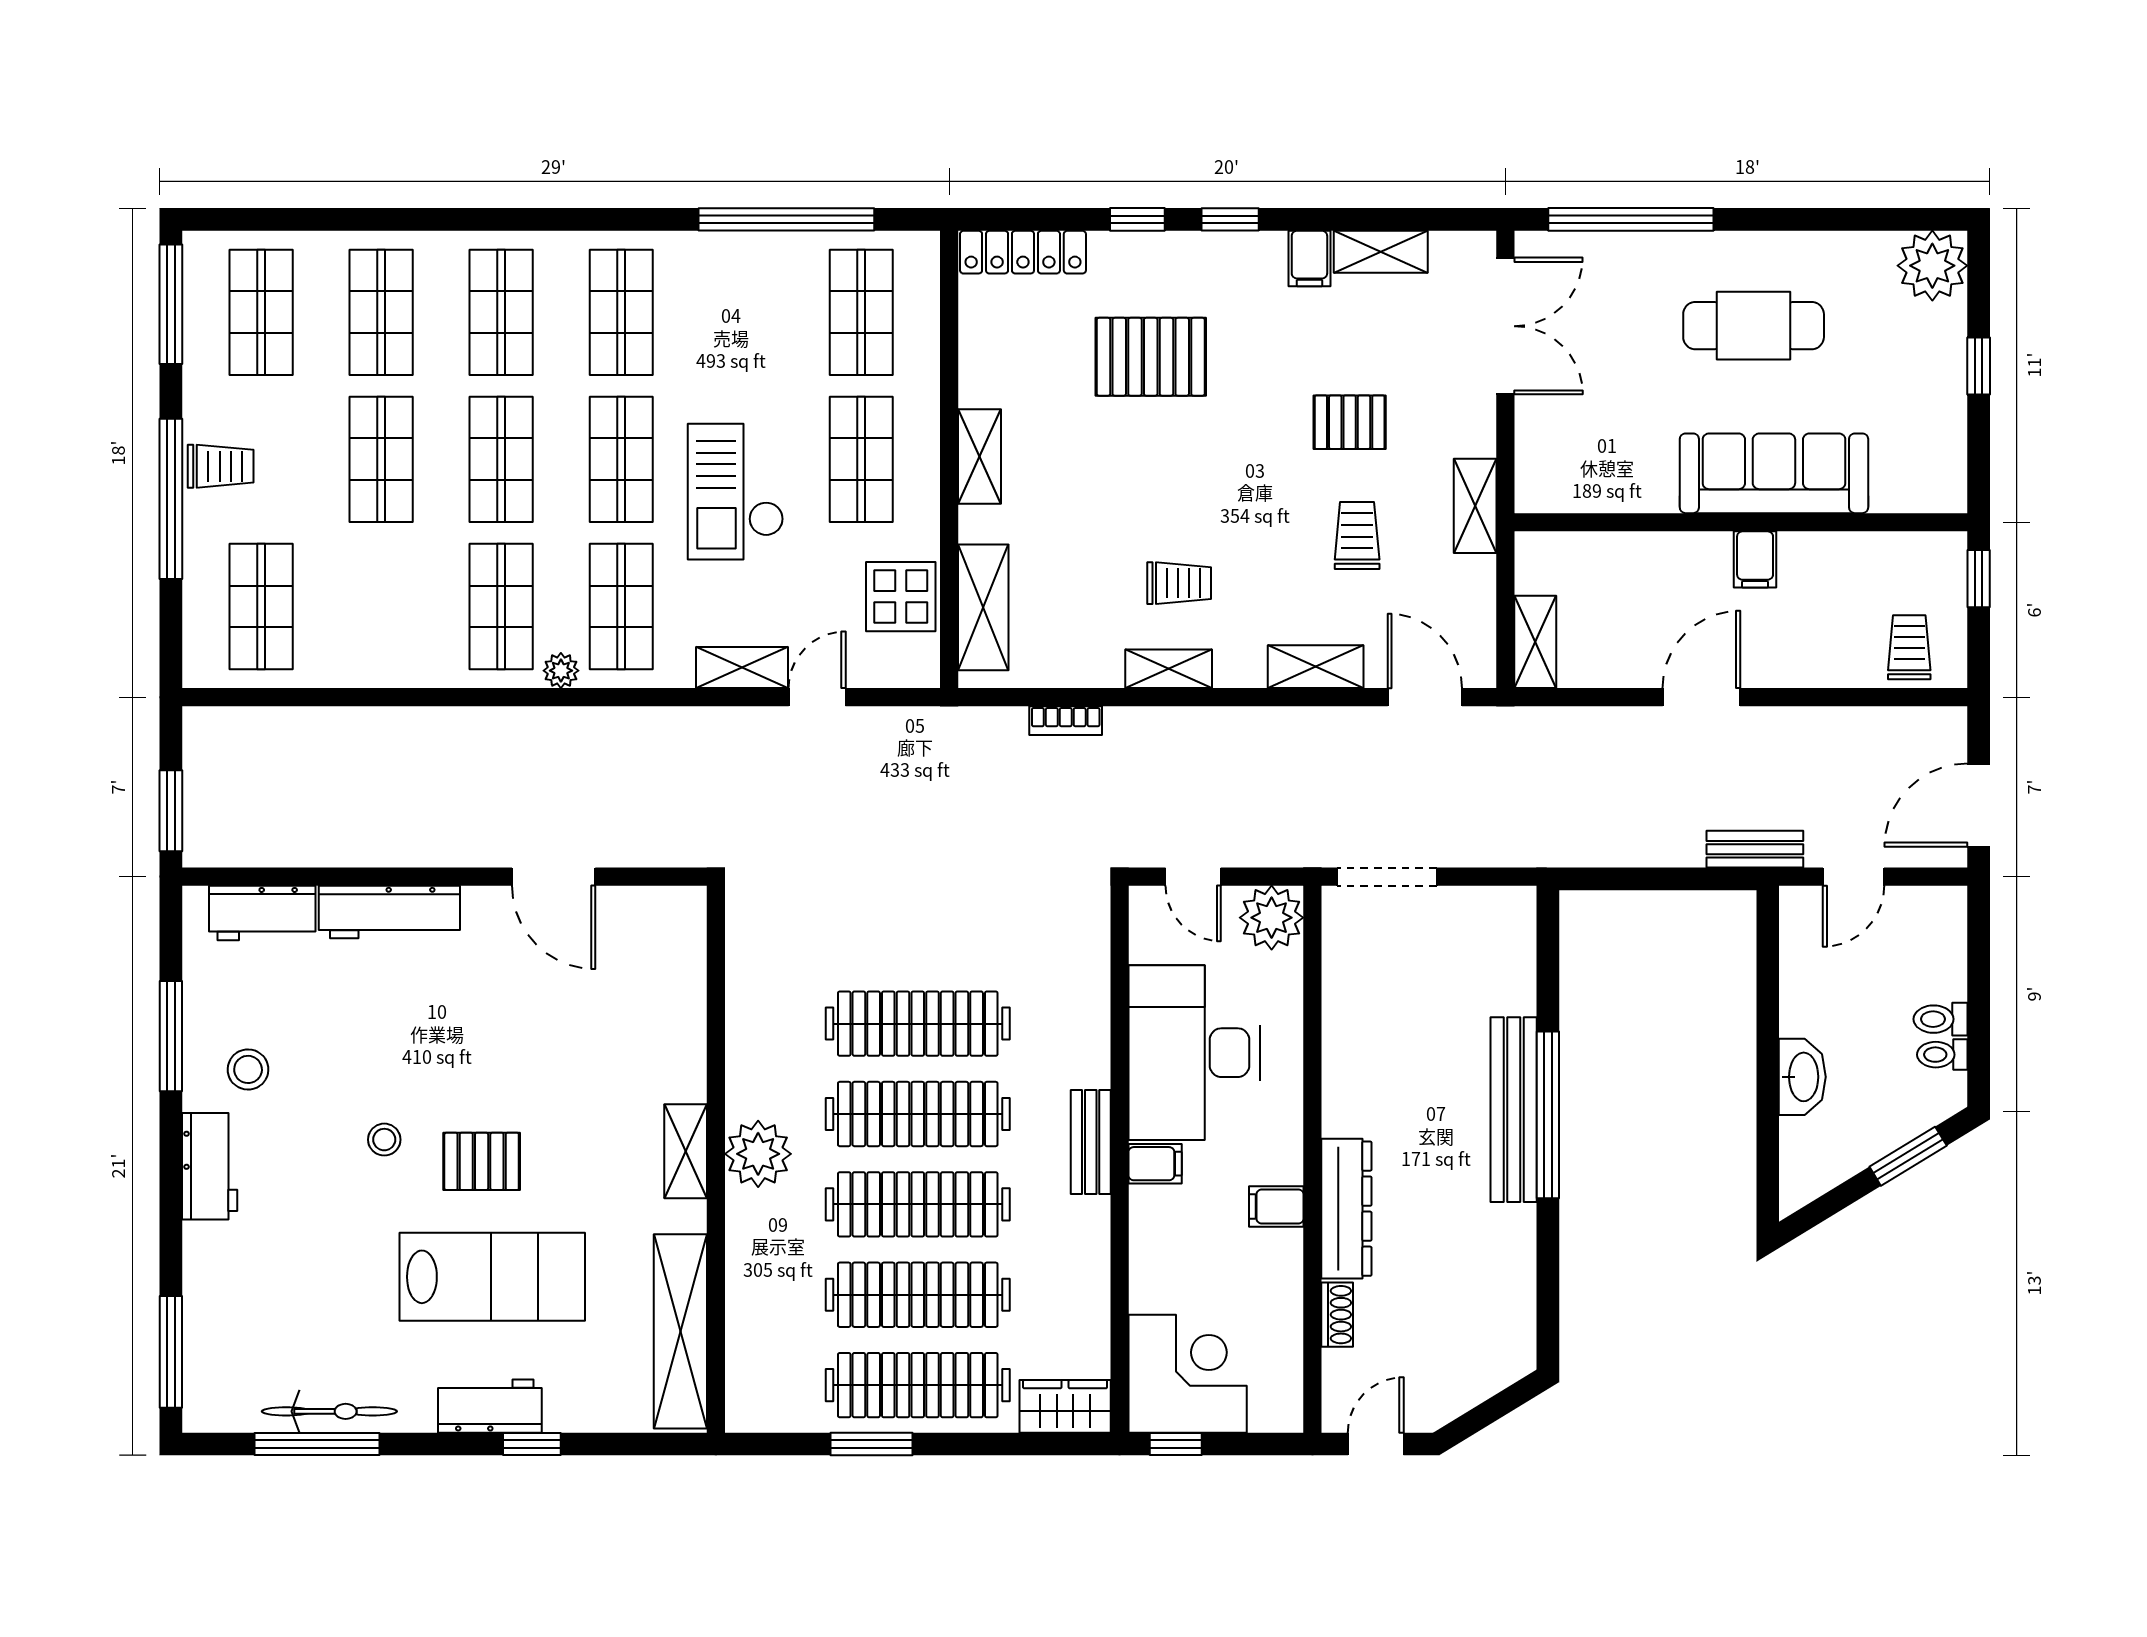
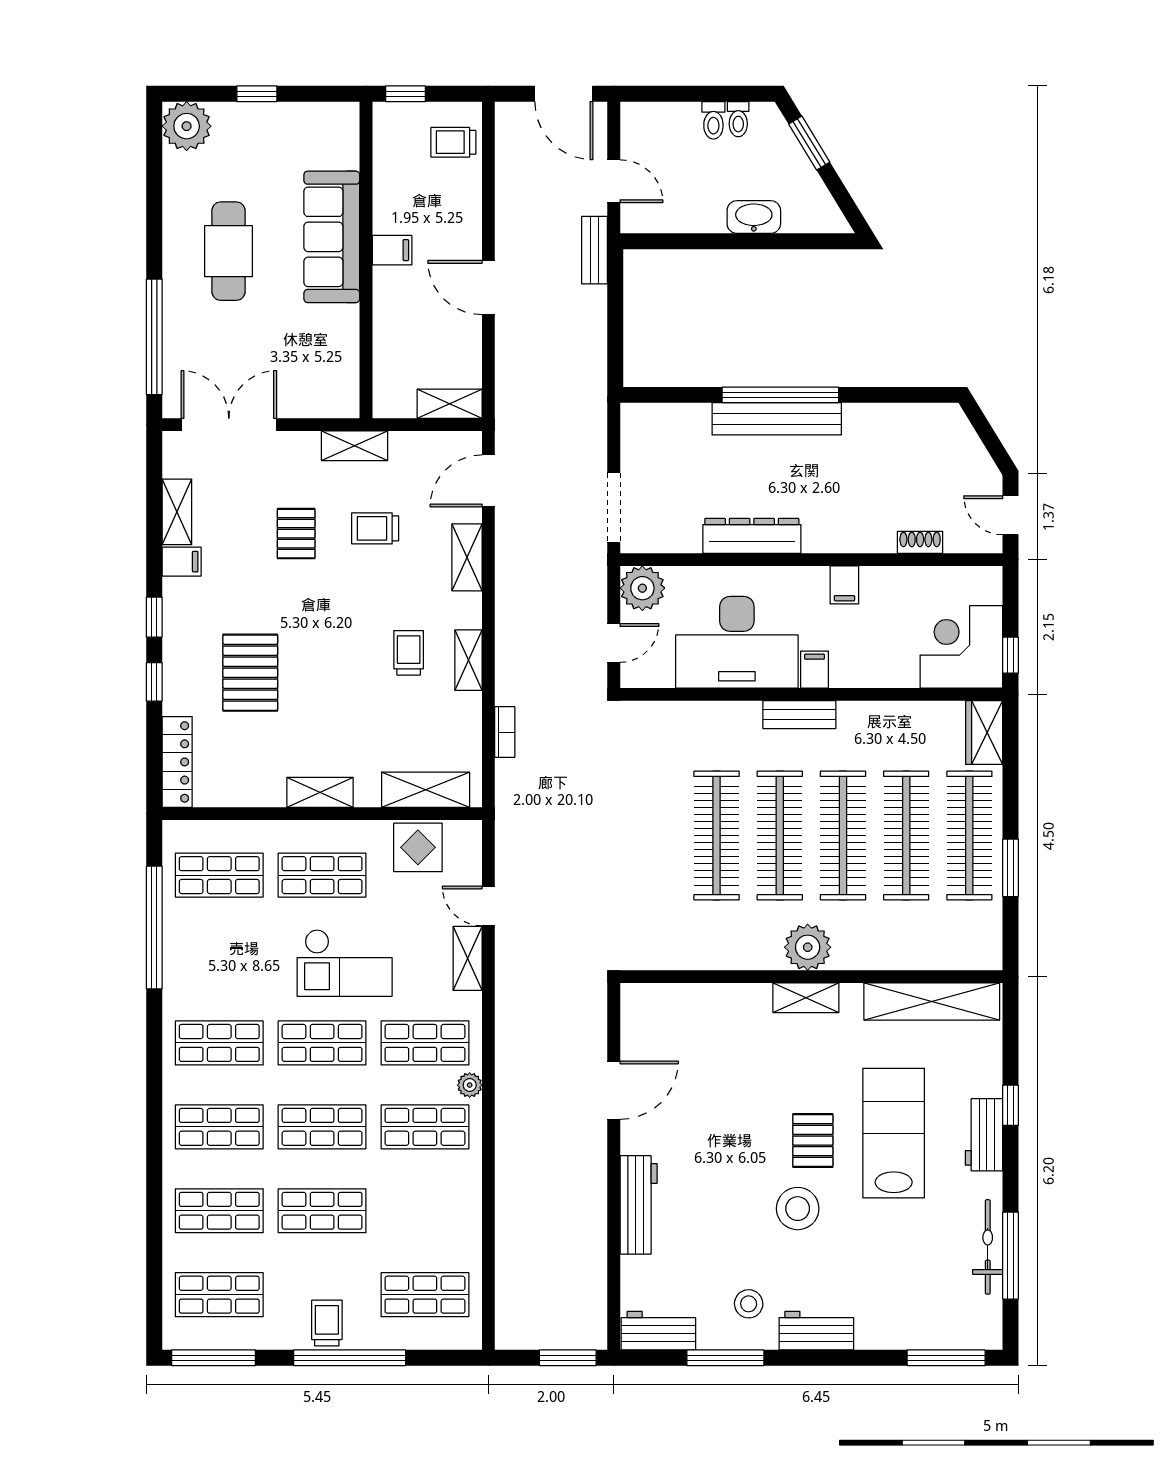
workbench: (262, 913) -> (658, 1331), moved, turned -90
stool: (384, 1140) -> (798, 1209), width x1.89, depth x1.89
dresser: (1346, 1209) -> (752, 536), moved

